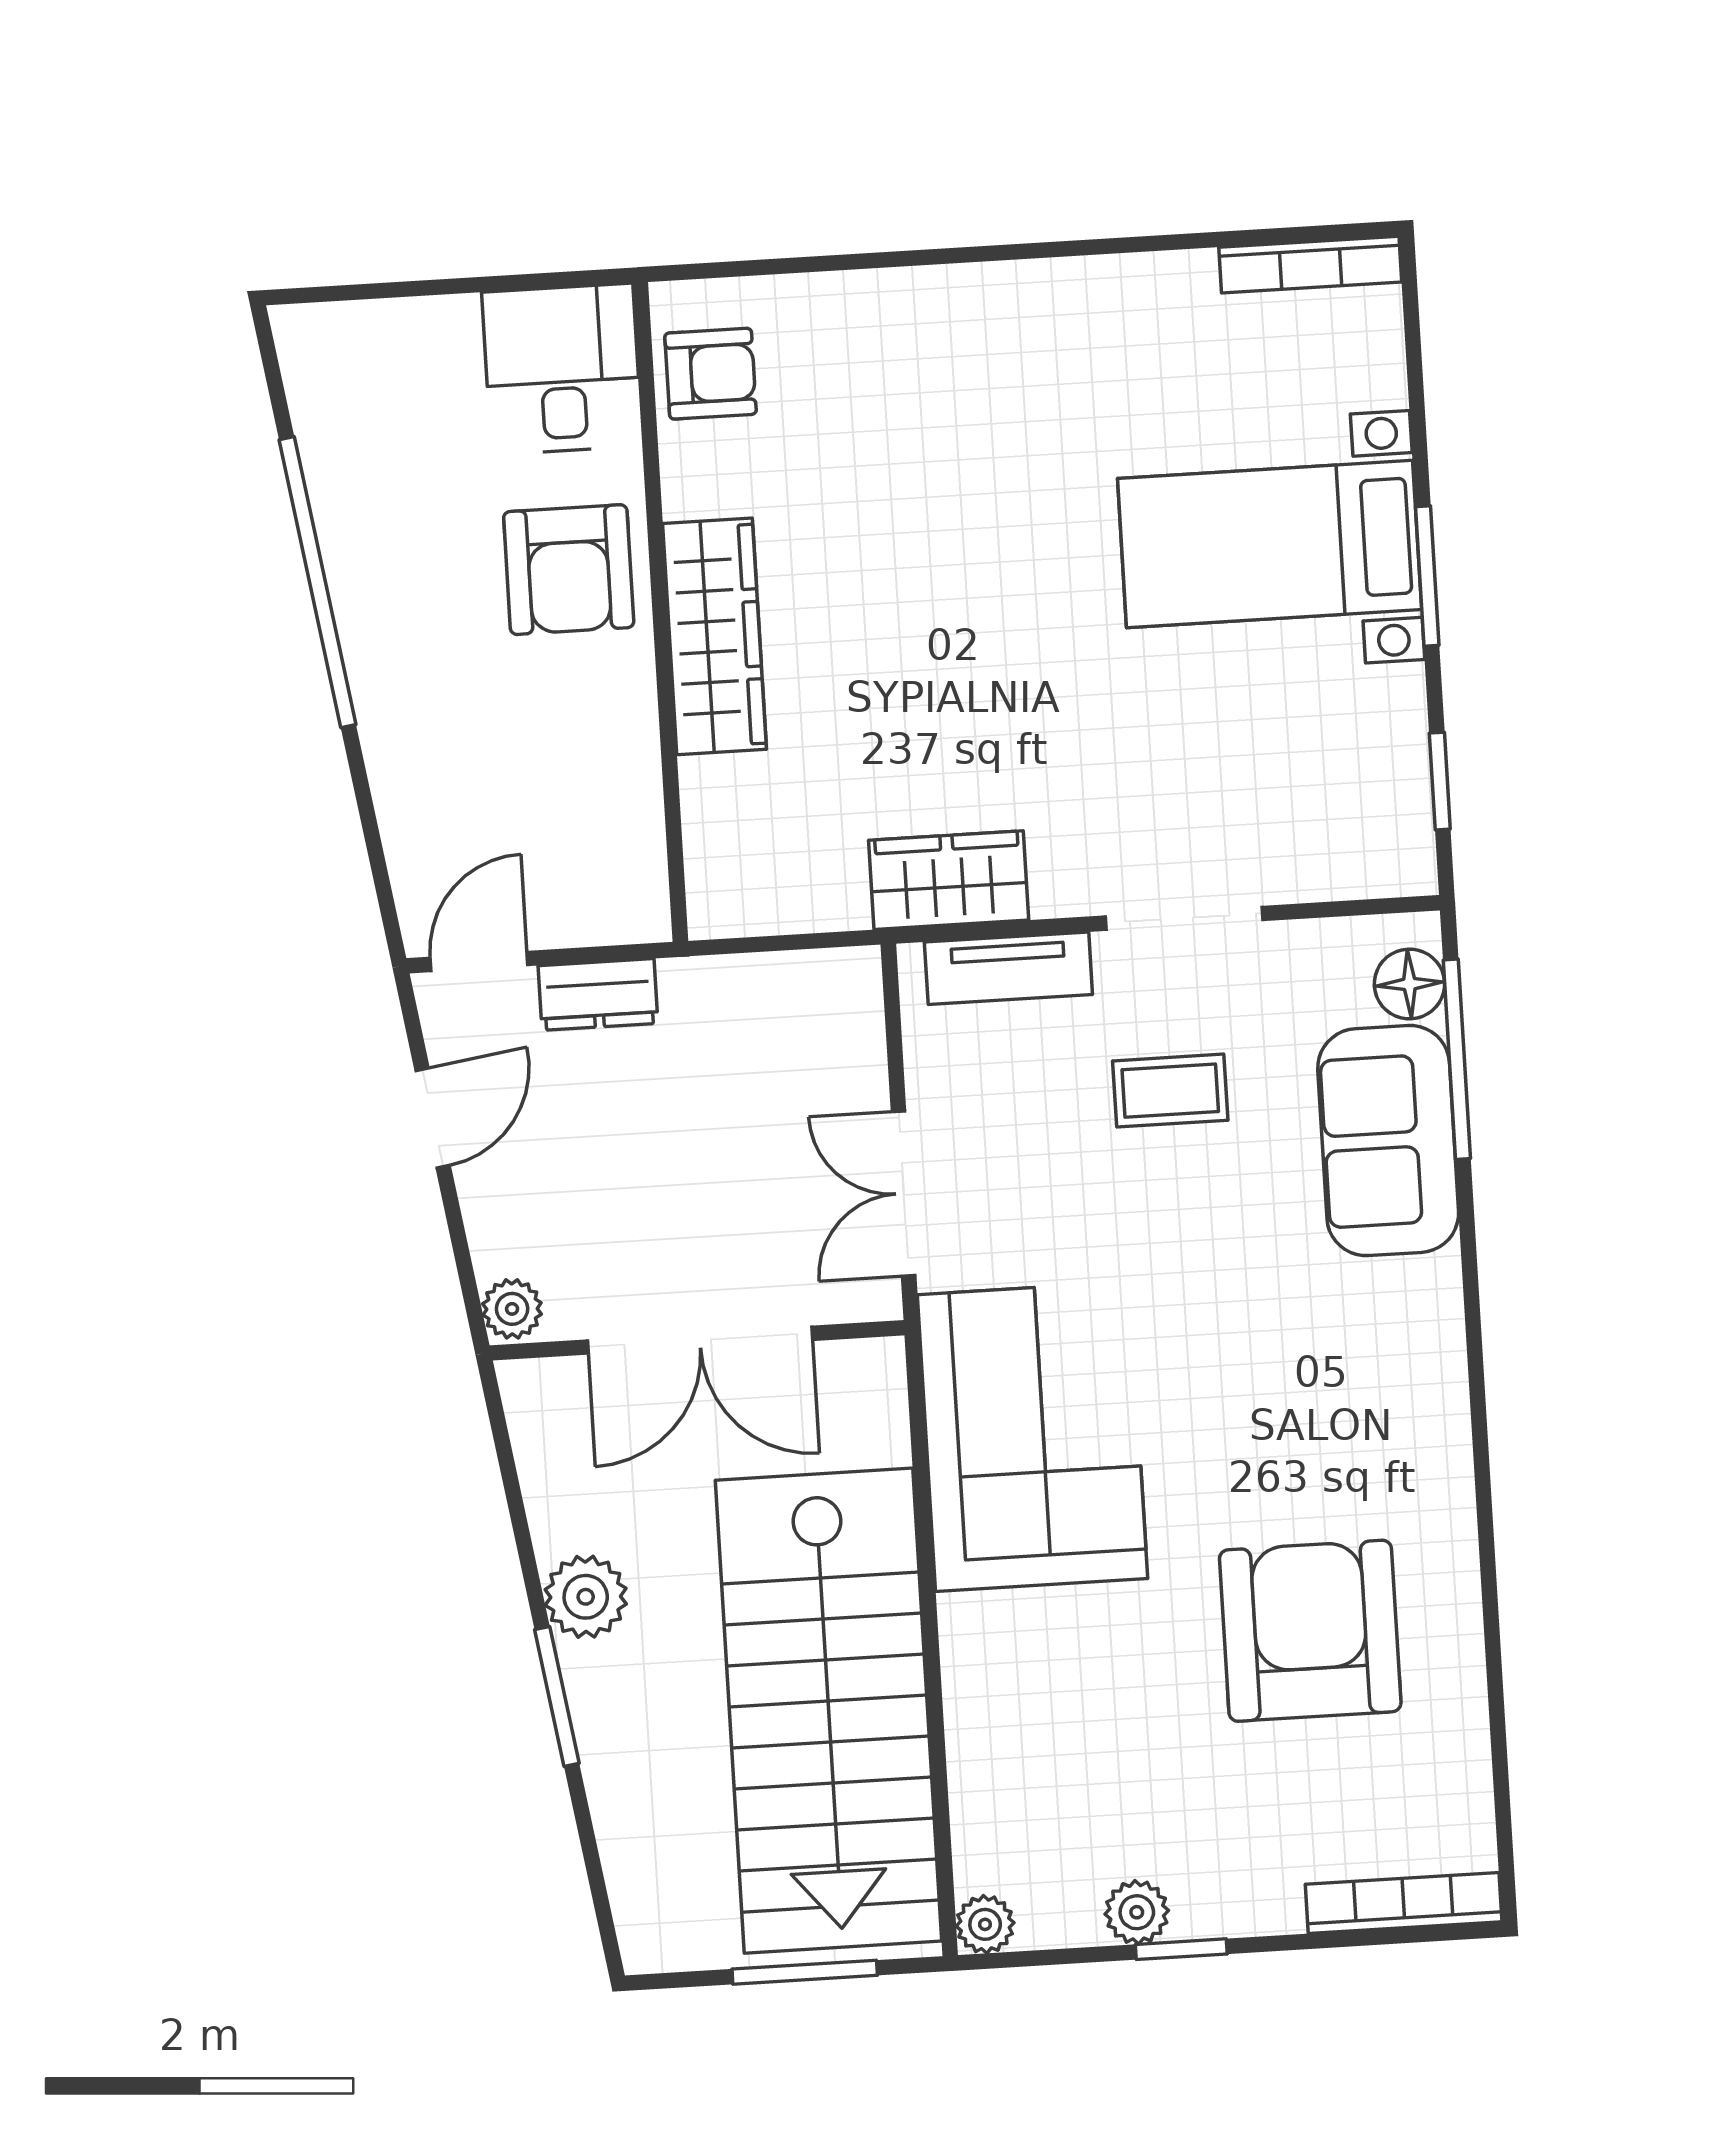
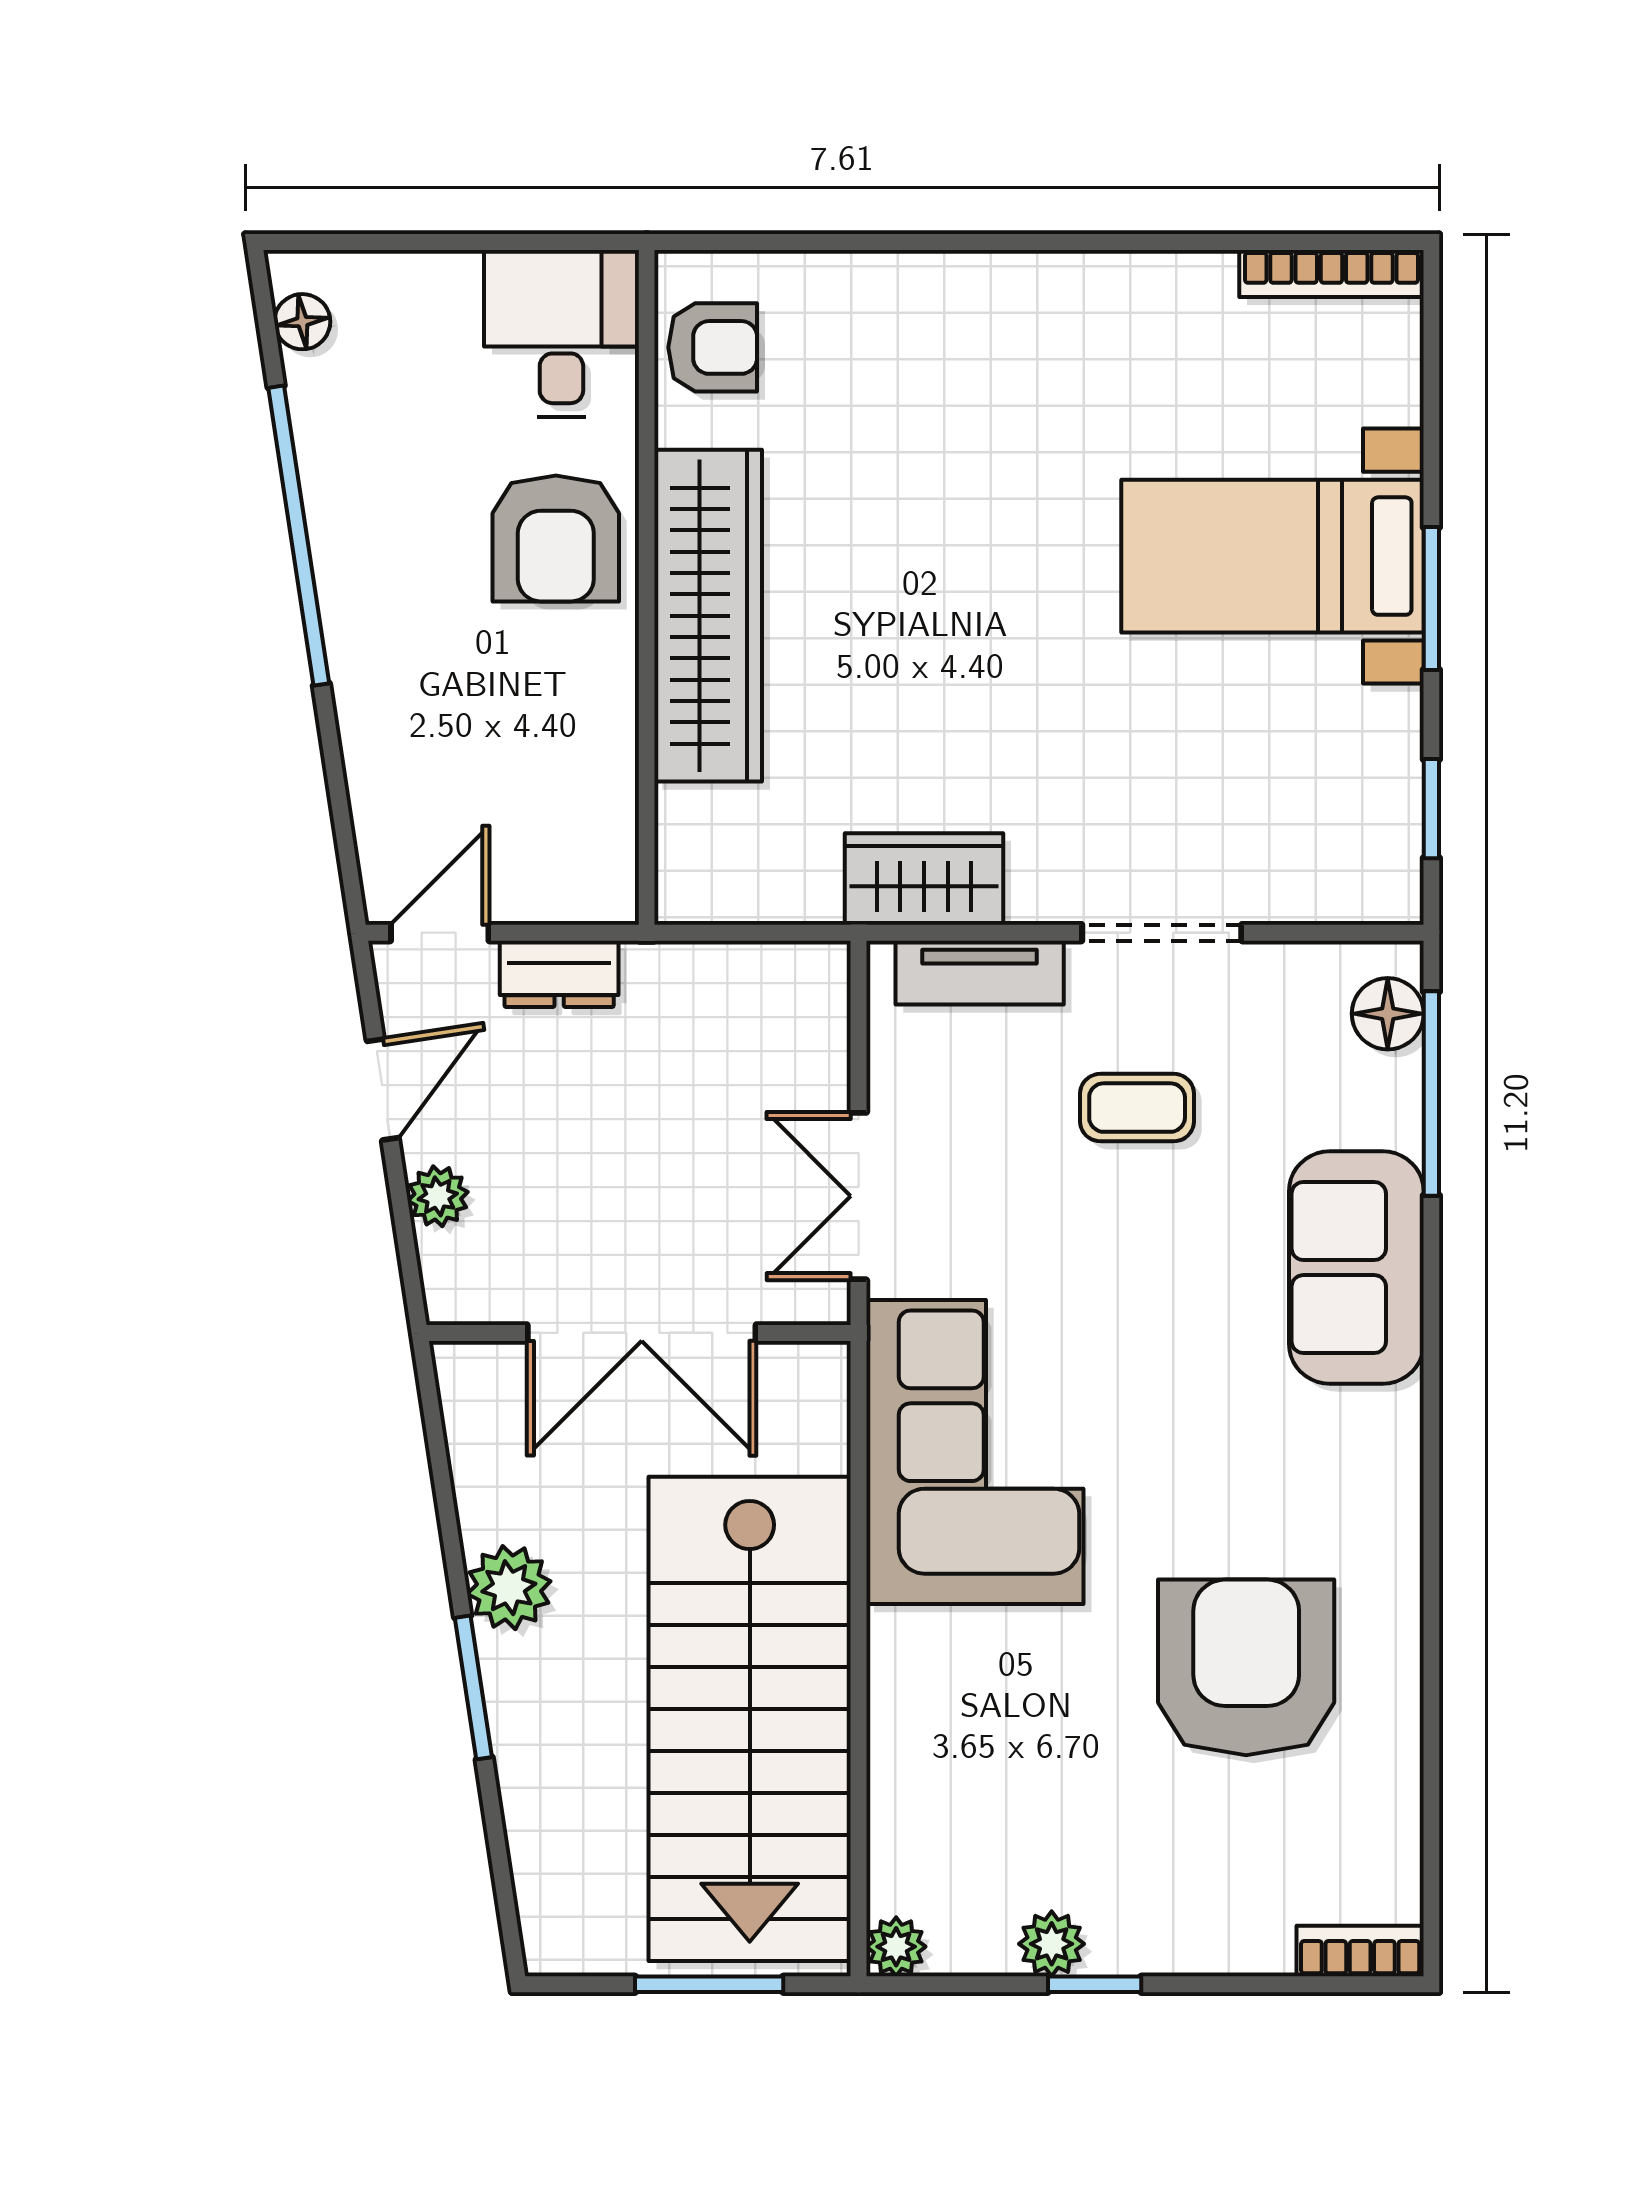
floor lamp: (308, 373) -> (302, 322), added
wardrobe: (714, 636) -> (708, 616), width x1.40, depth x1.17
sofa: (1388, 1141) -> (1356, 1268), moved
plant: (512, 1309) -> (438, 1196), moved
bookcase: (1404, 1903) -> (1360, 1951), width x0.64

